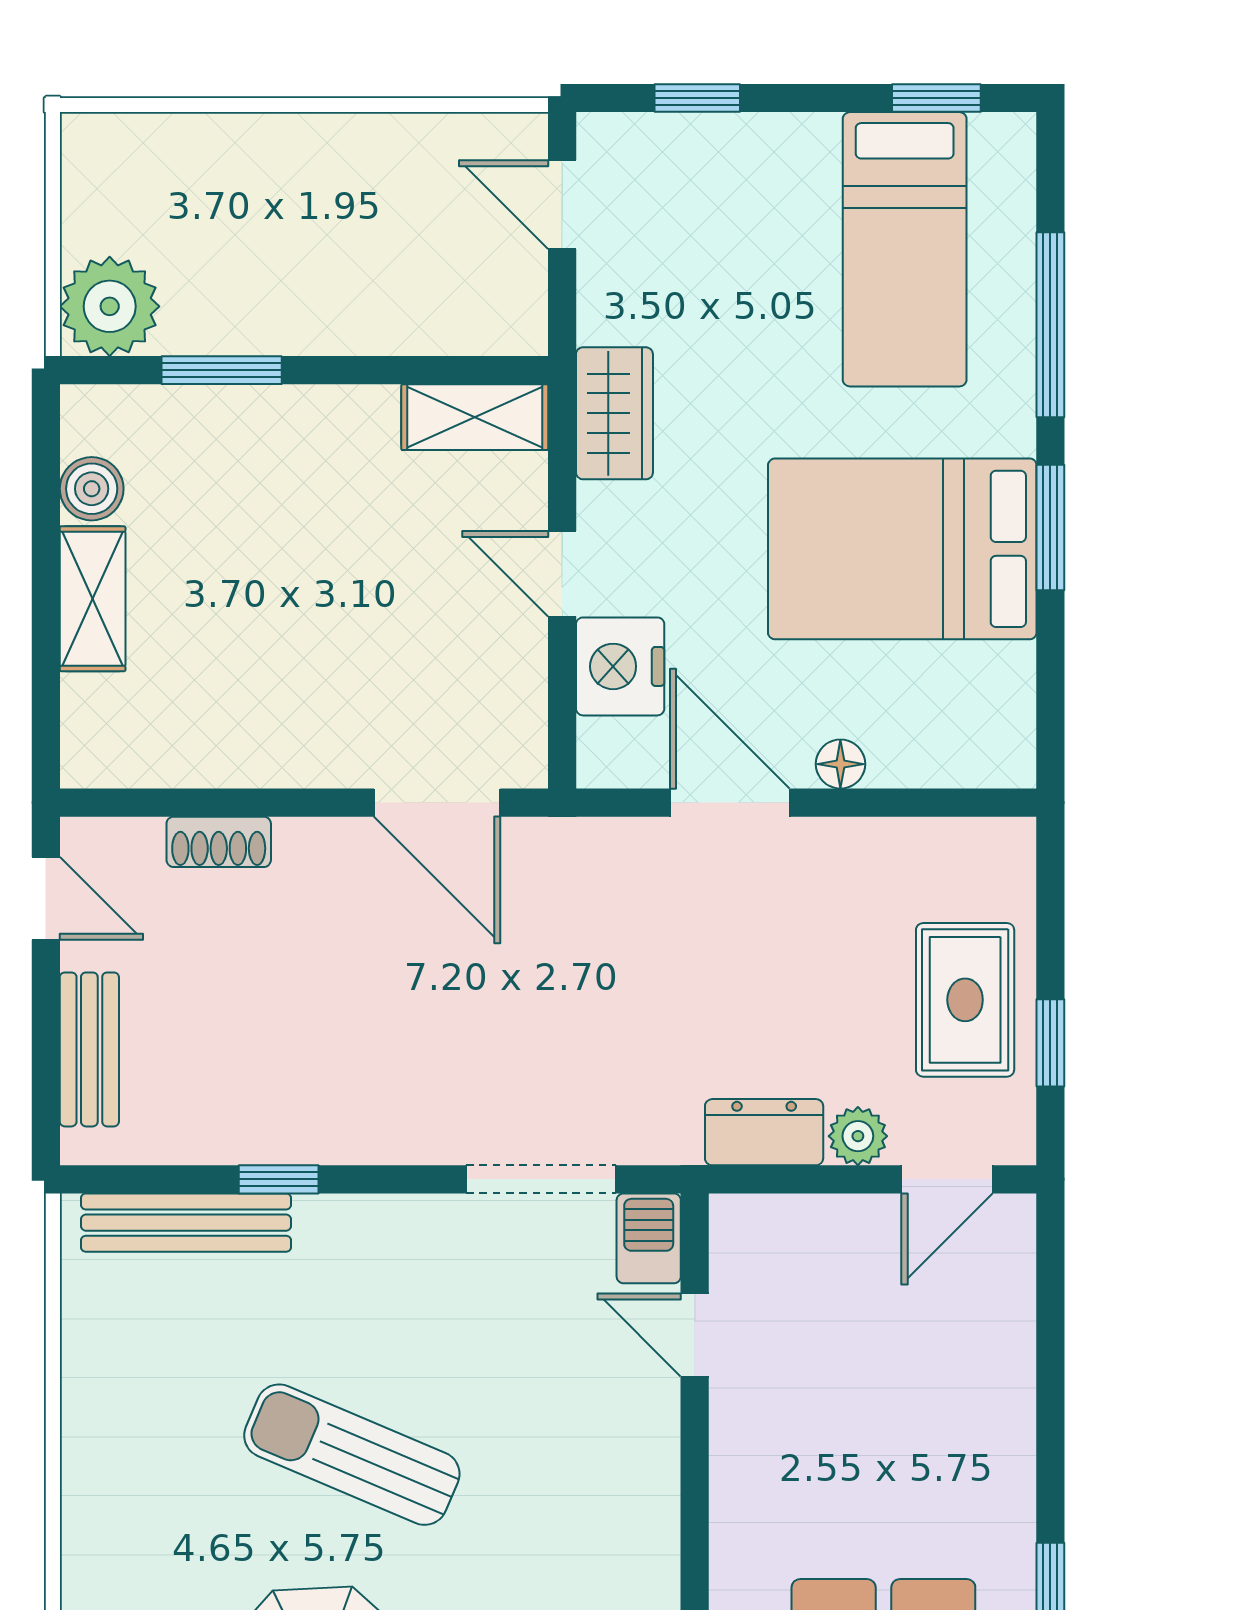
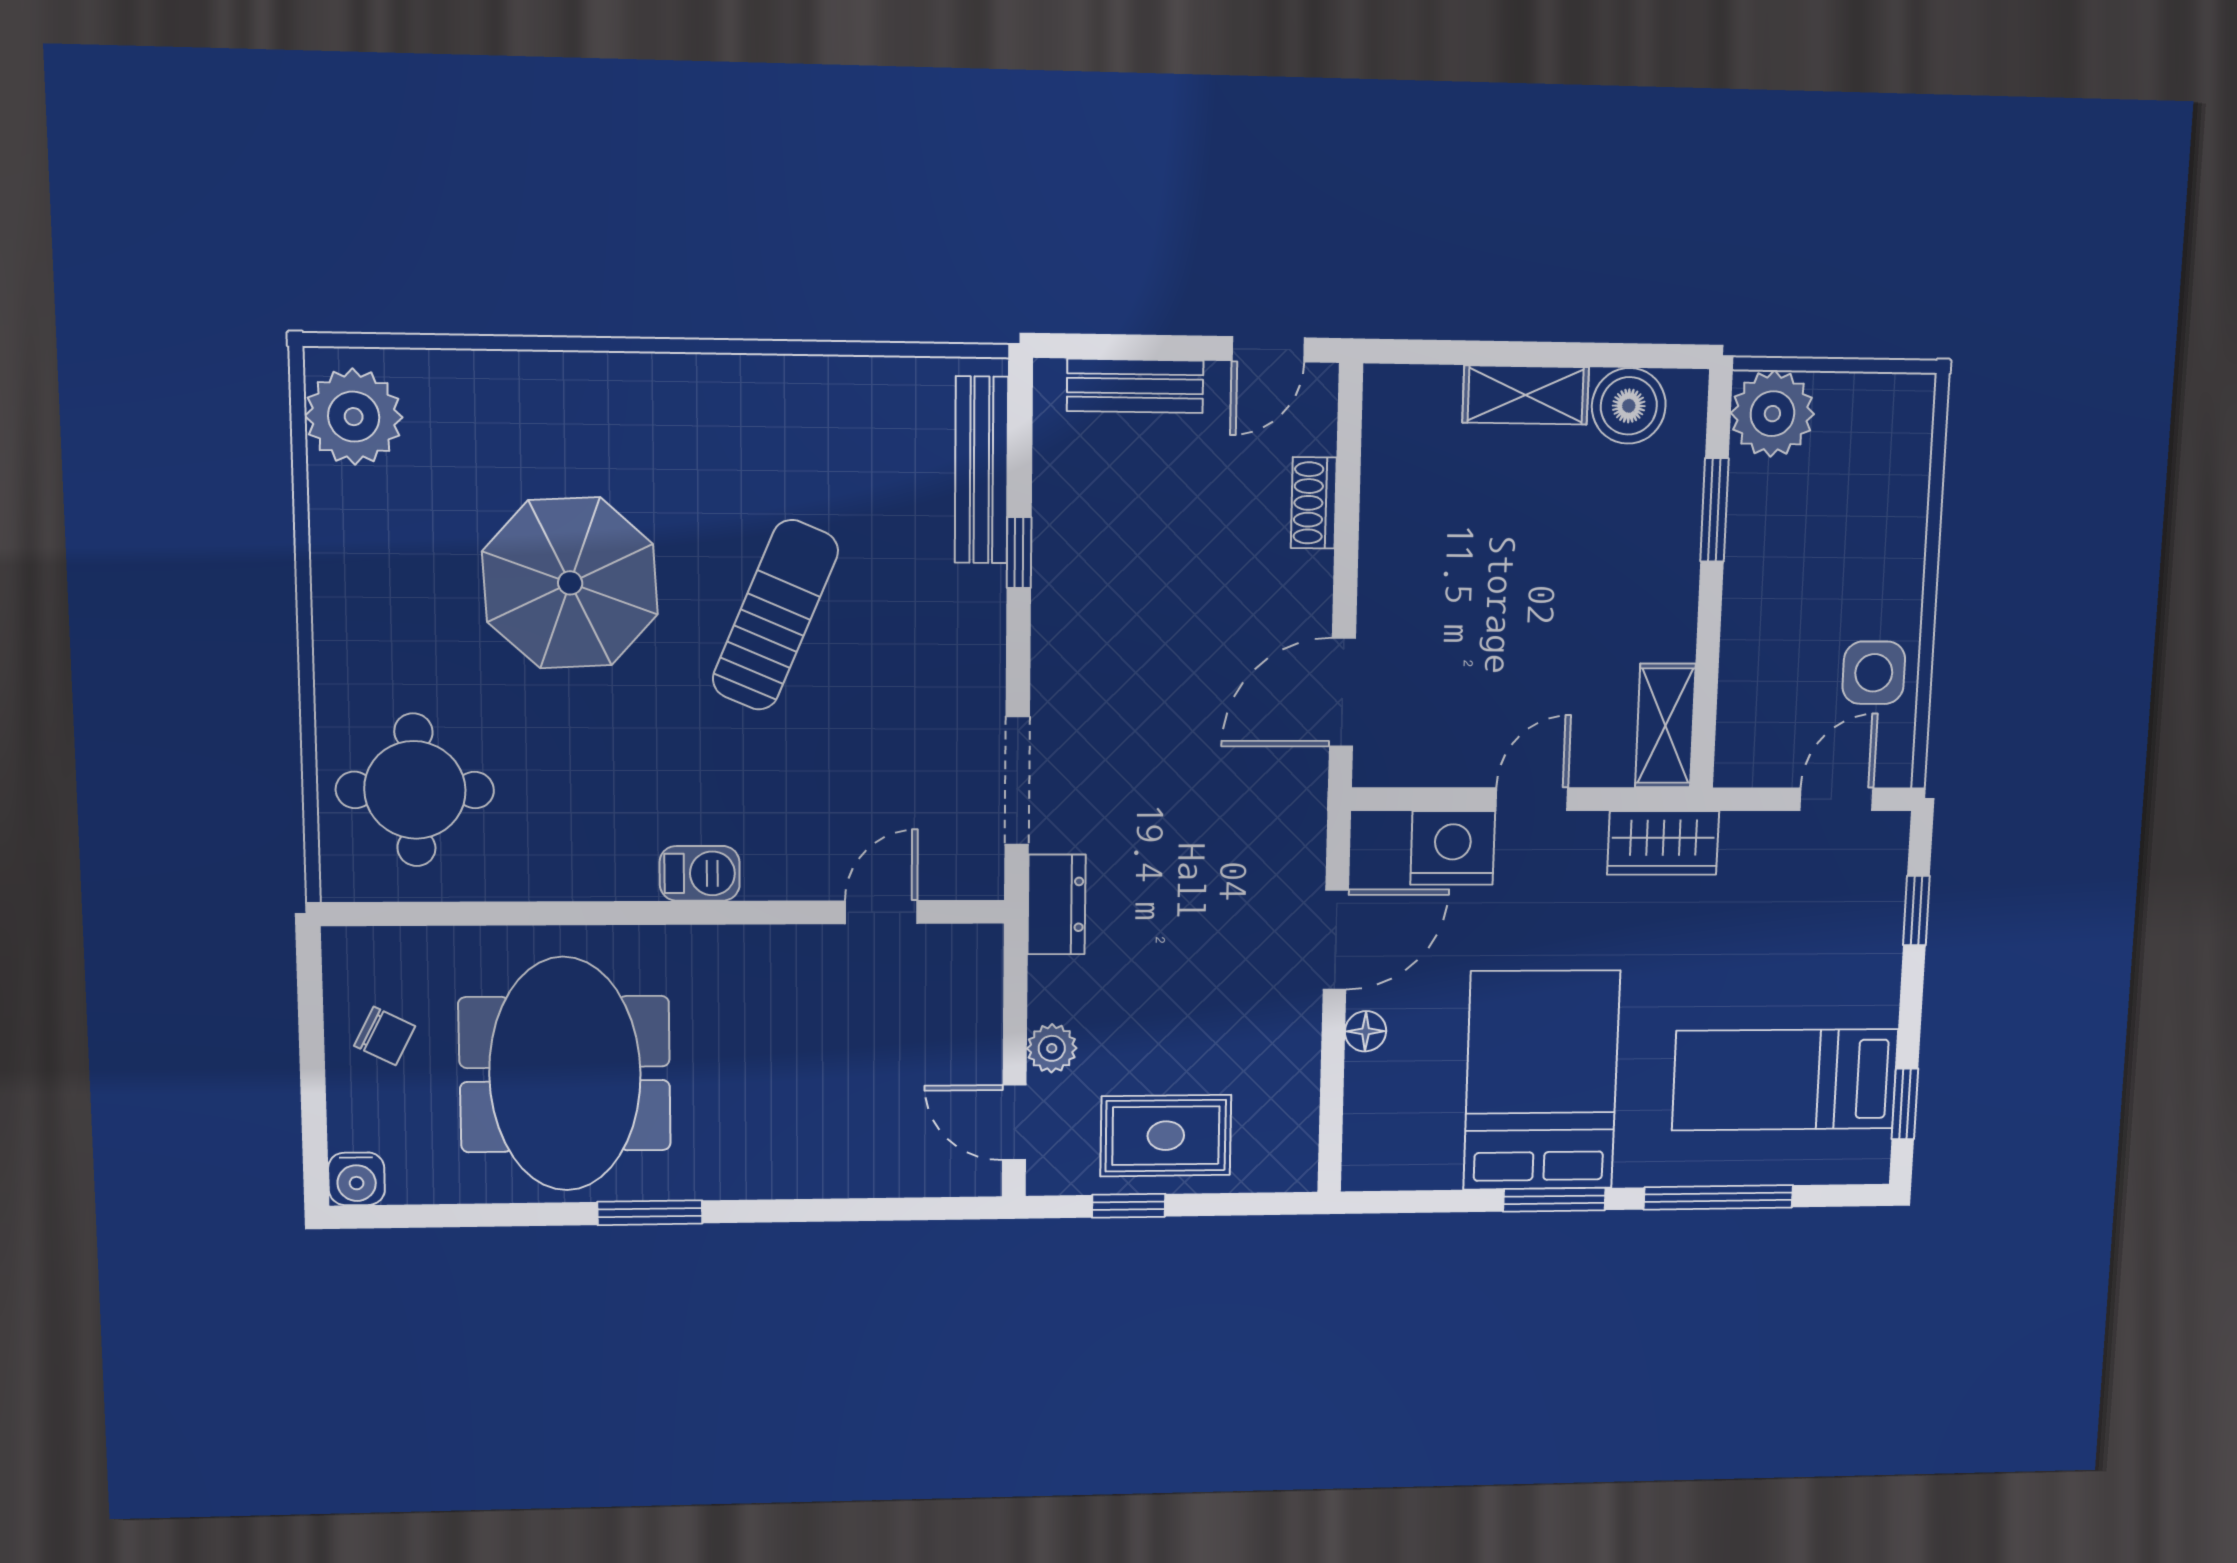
side table: (411, 168) -> (1874, 673), added
boiler: (92, 489) -> (1629, 406), width x1.36, depth x1.36
dresser: (764, 1132) -> (1057, 904), moved
barbecue: (649, 1238) -> (700, 873), moved

